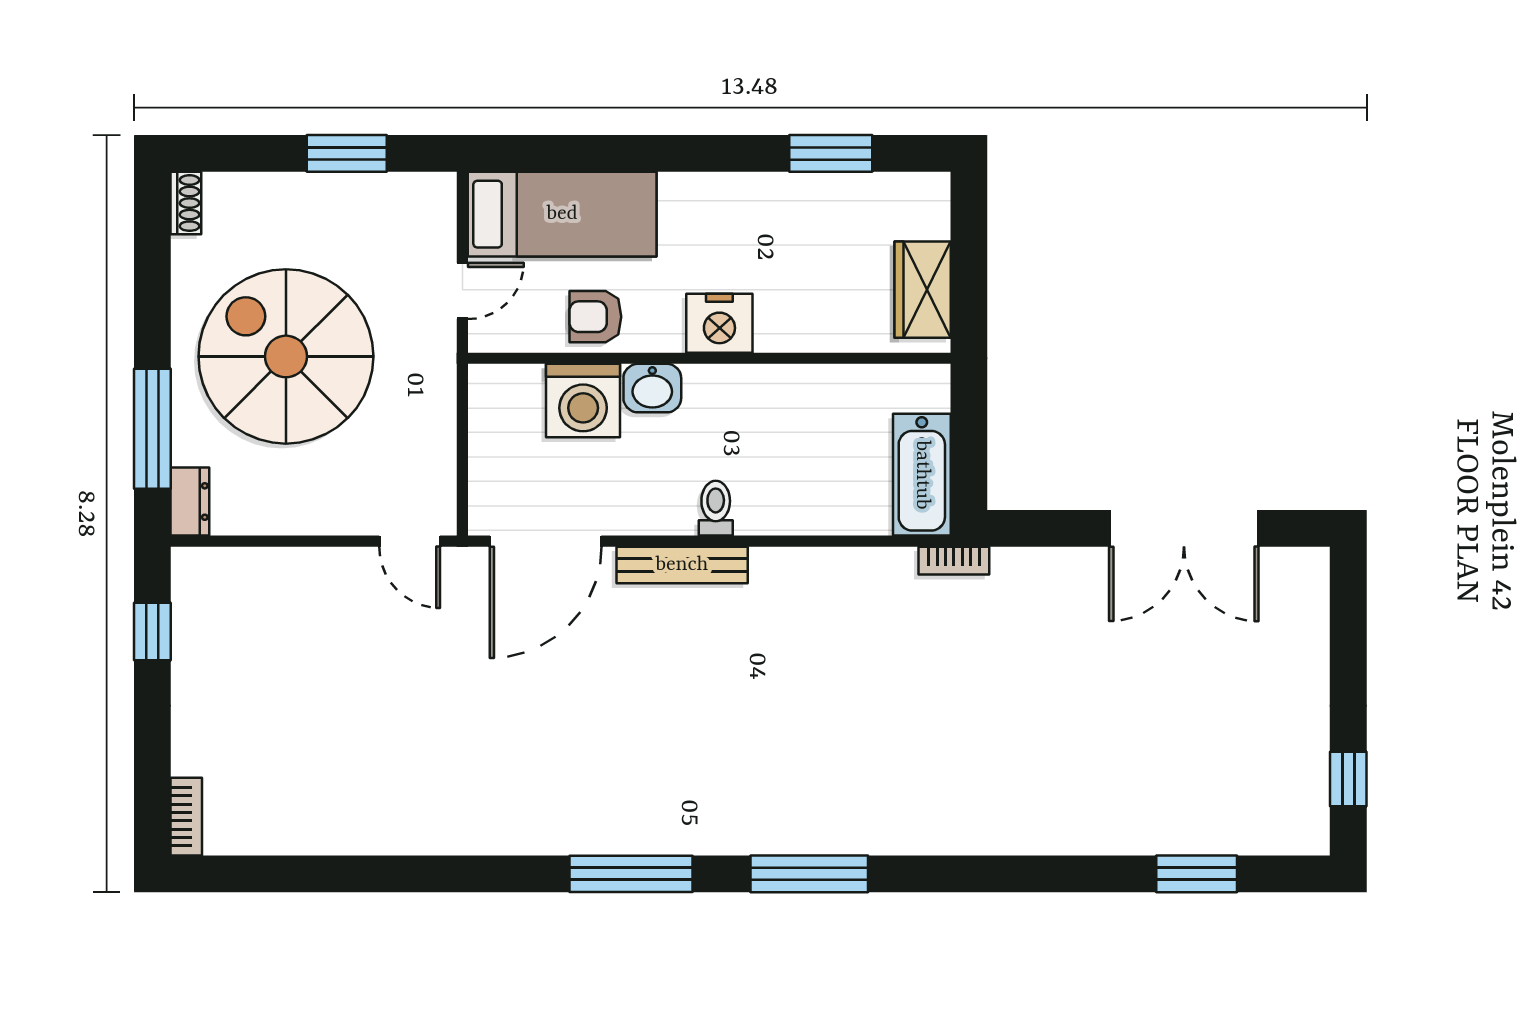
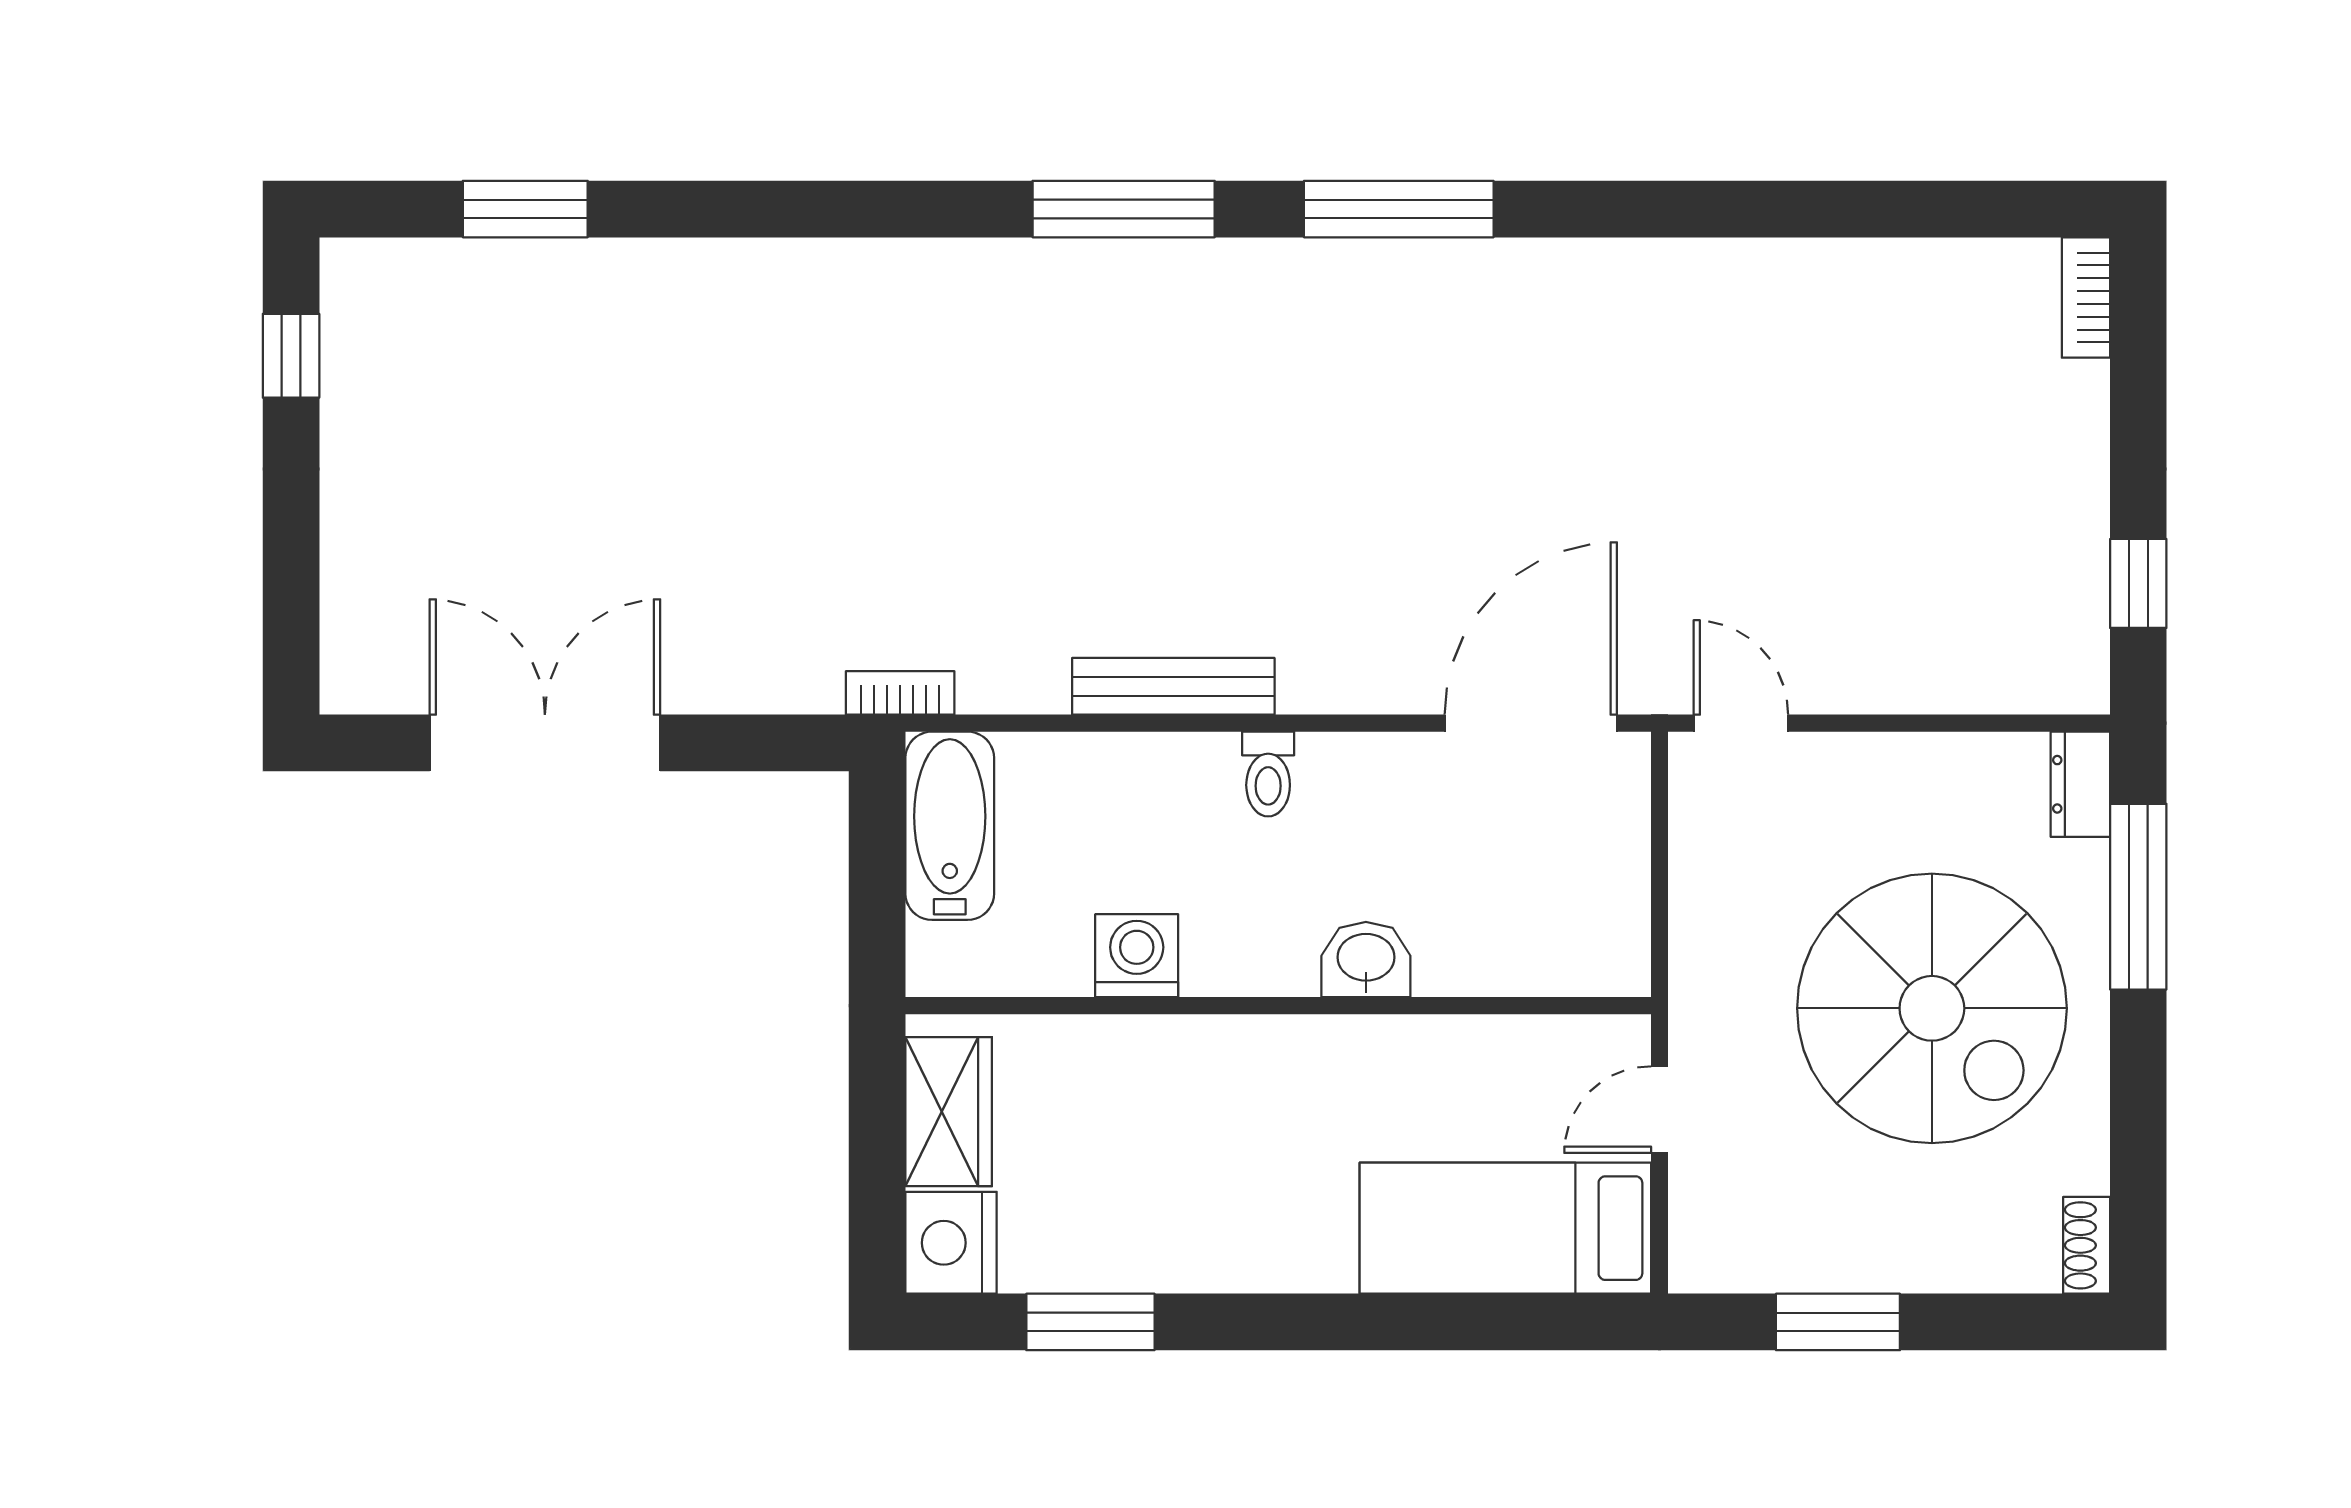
armchair: (595, 317) -> (1454, 1070), removed
nightstand: (719, 323) -> (951, 1243), moved, turned -90
washing machine: (583, 401) -> (1137, 956), moved, width x0.73, depth x0.73
bench: (682, 565) -> (1173, 686), moved

